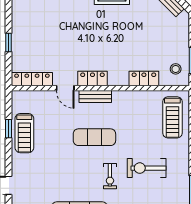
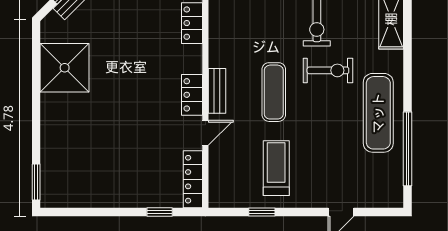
window: (8, 42) -> (160, 212), moved
treadmill: (24, 133) -> (276, 168), moved, turned -90
exercise bike: (110, 176) -> (328, 70), width x1.38, depth x1.39

